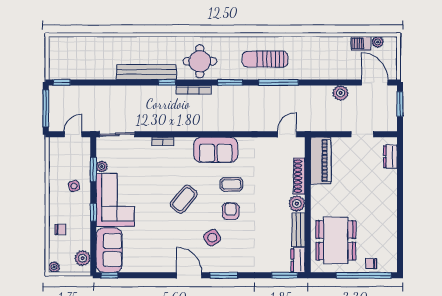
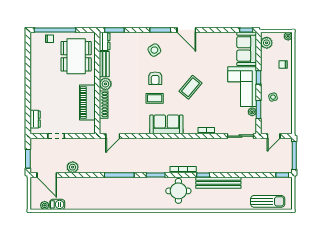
sun lounger: (265, 59) -> (268, 201), moved
piano: (321, 160) -> (87, 103), moved
side table: (212, 238) -> (154, 50), moved

